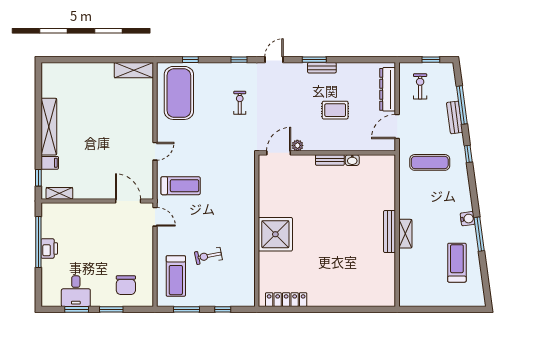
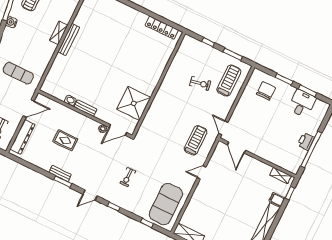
treadmill: (181, 186) -> (196, 140), turned 90
shower: (275, 234) -> (134, 103), moved

